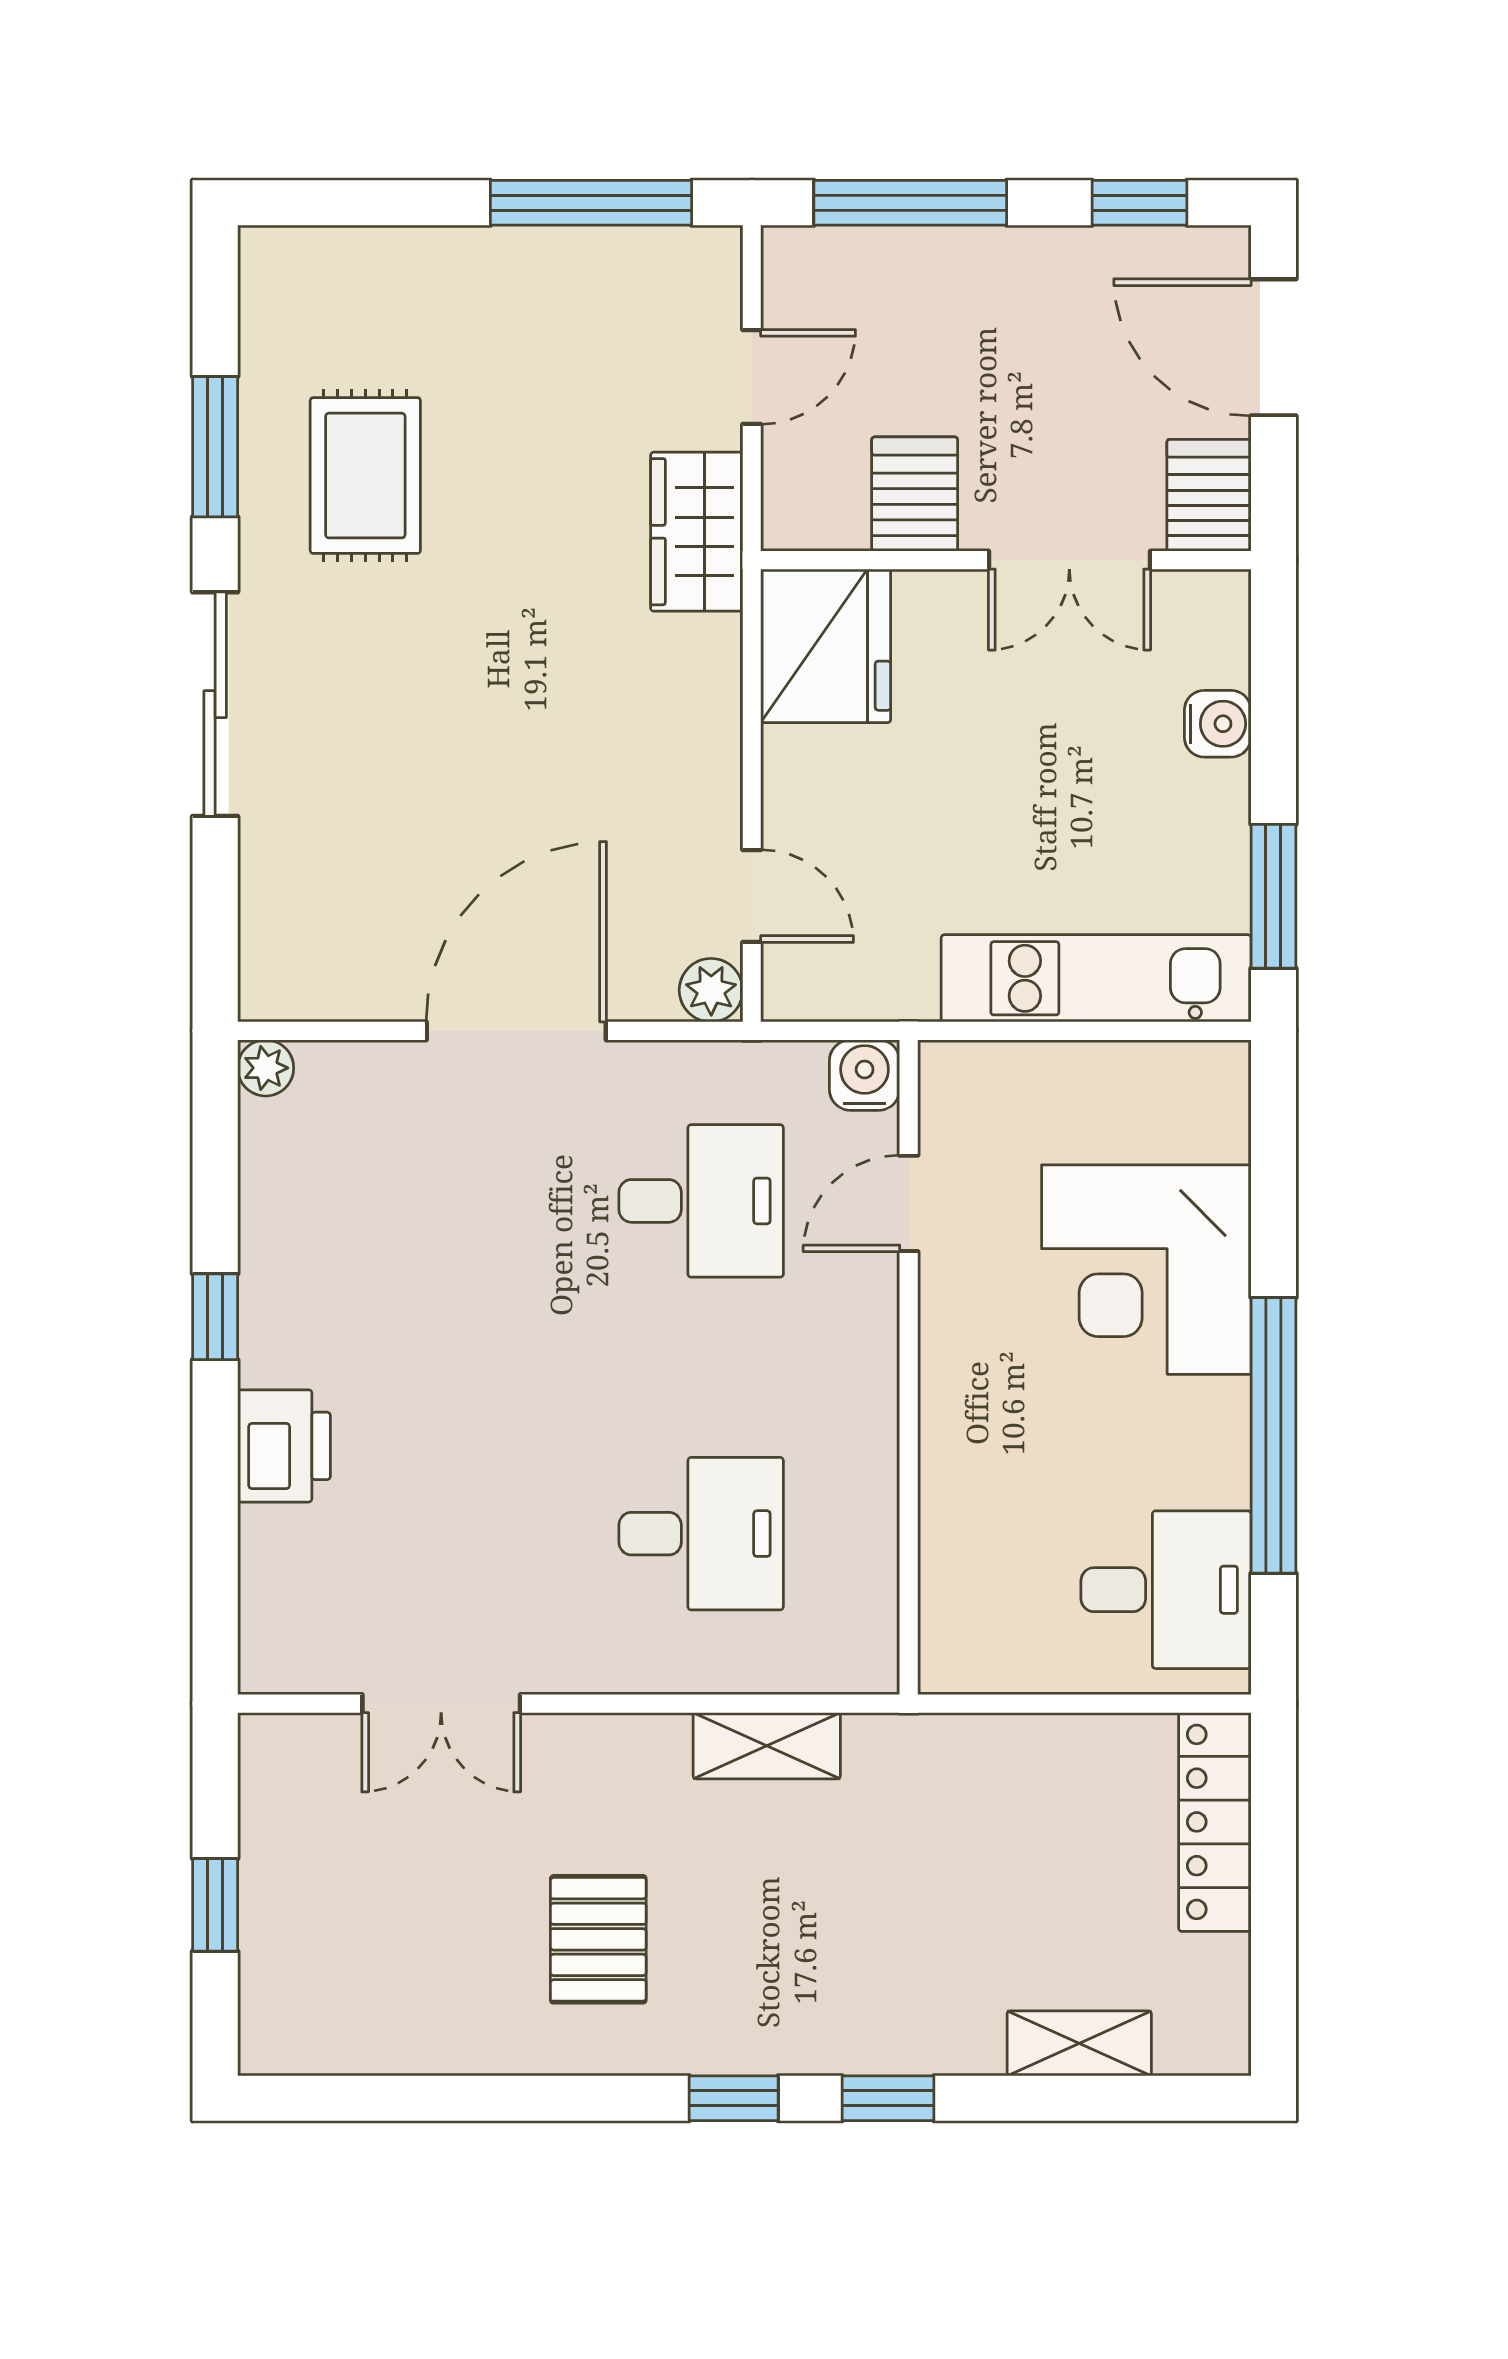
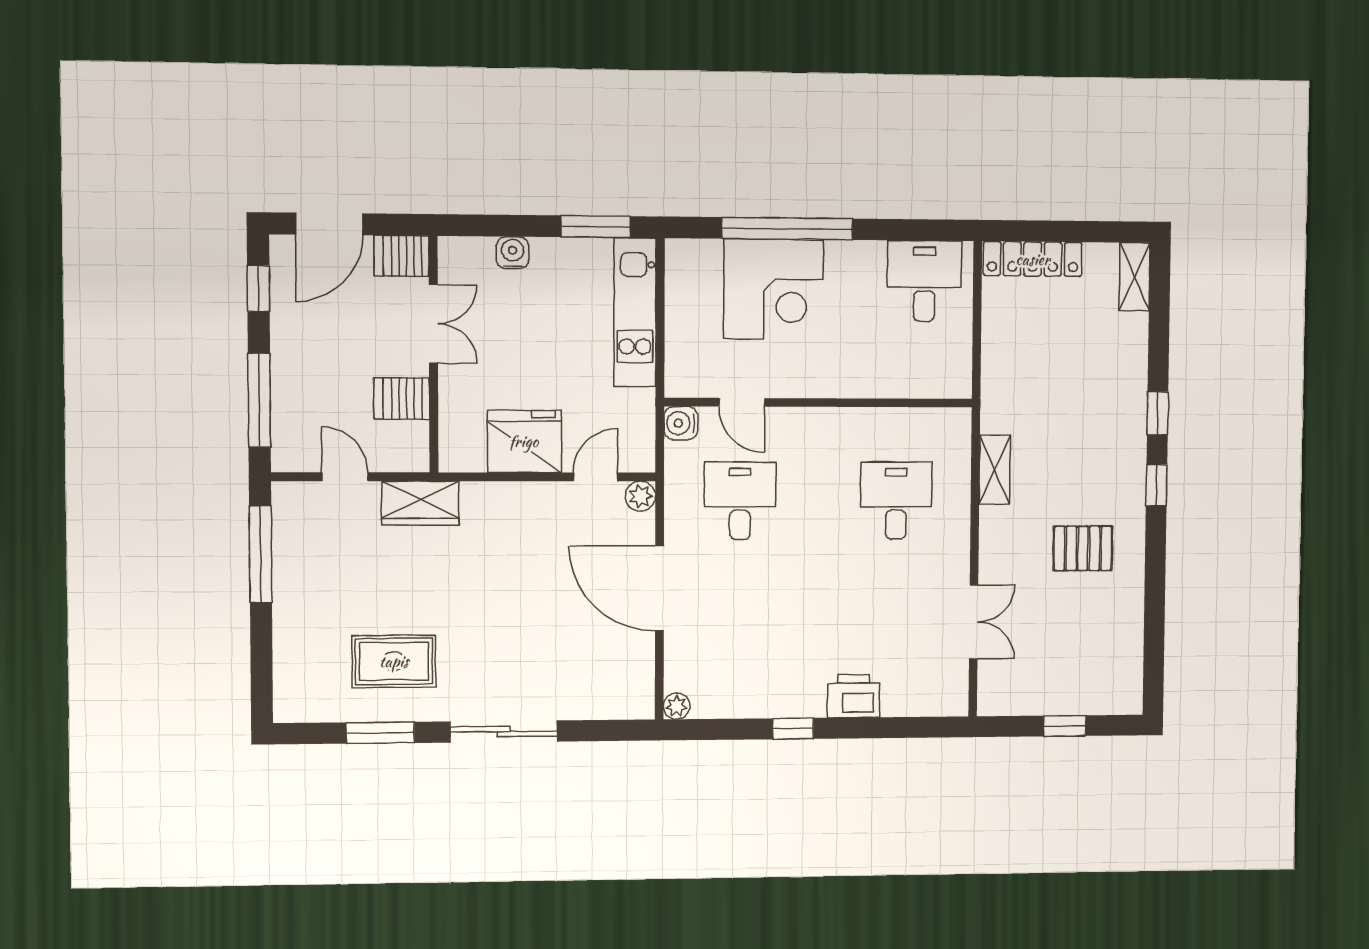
fridge: (826, 646) -> (524, 441), moved
window: (1273, 1435) -> (787, 229), moved
shelving: (1079, 2043) -> (1135, 277), moved

